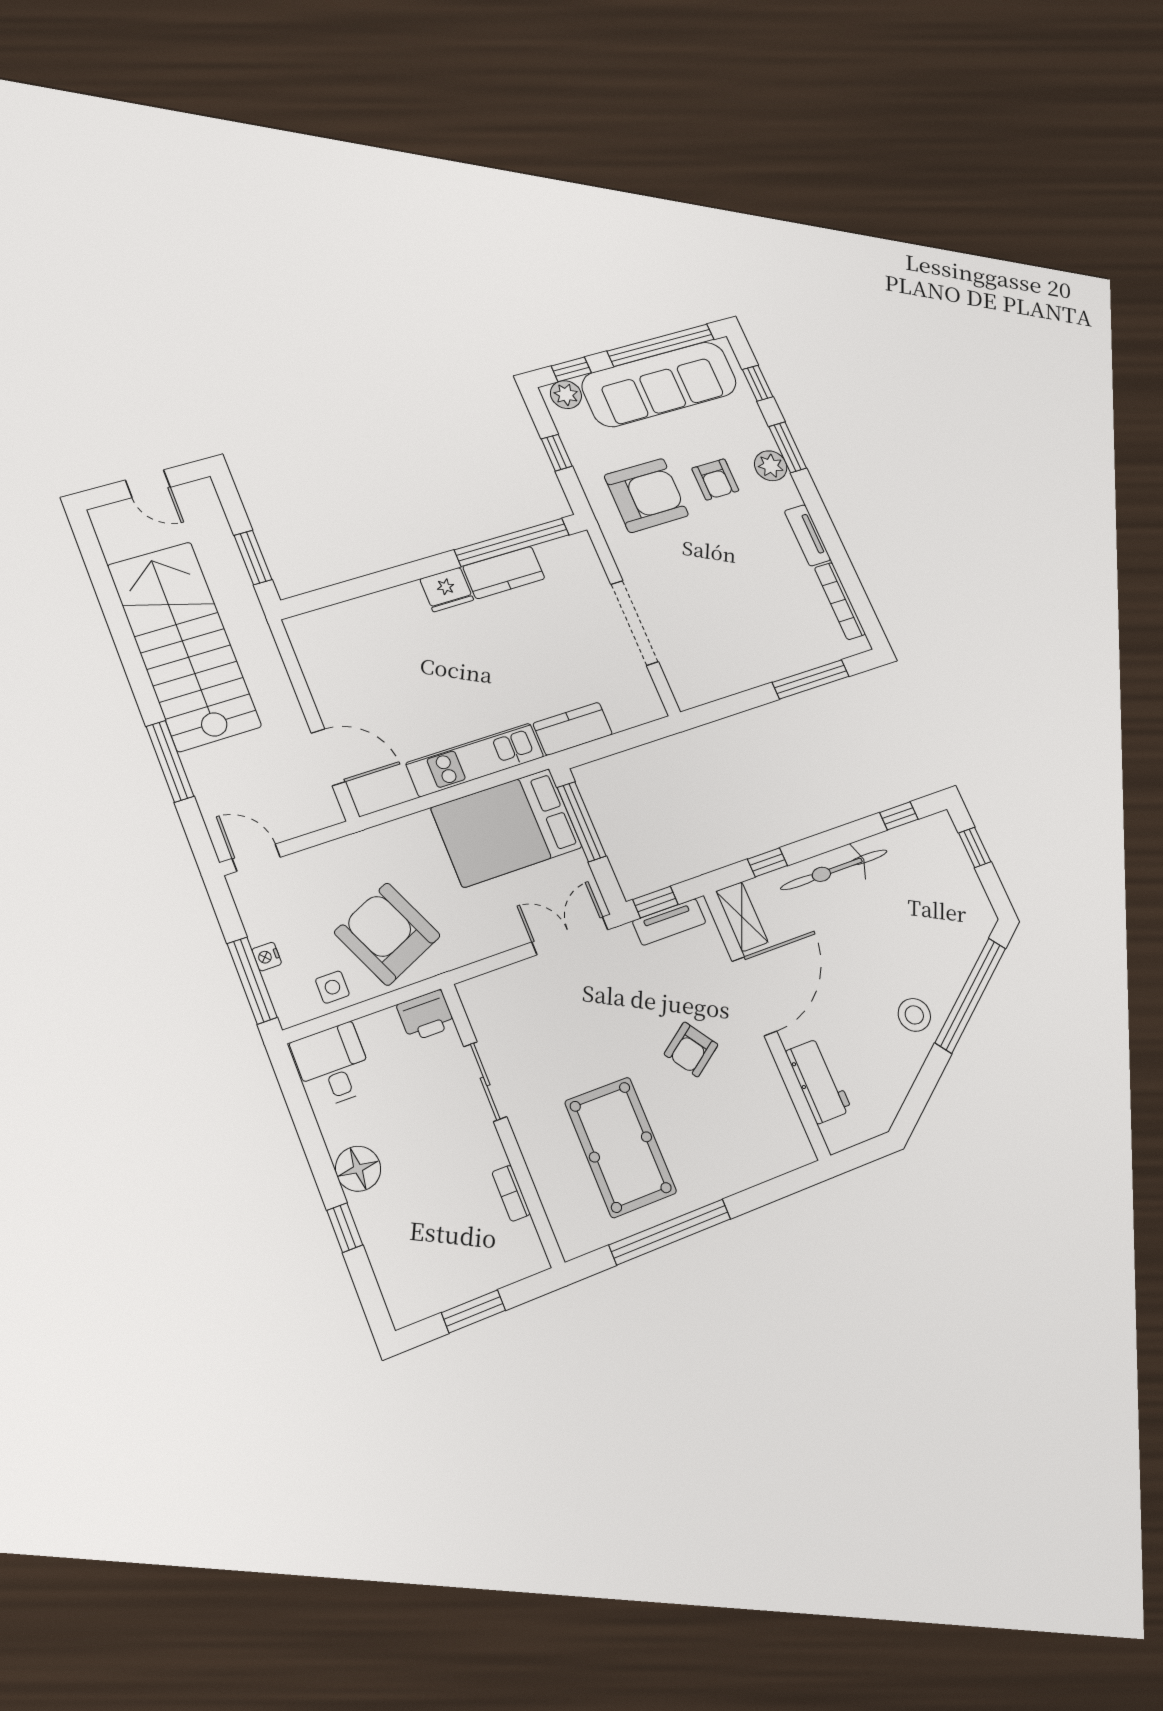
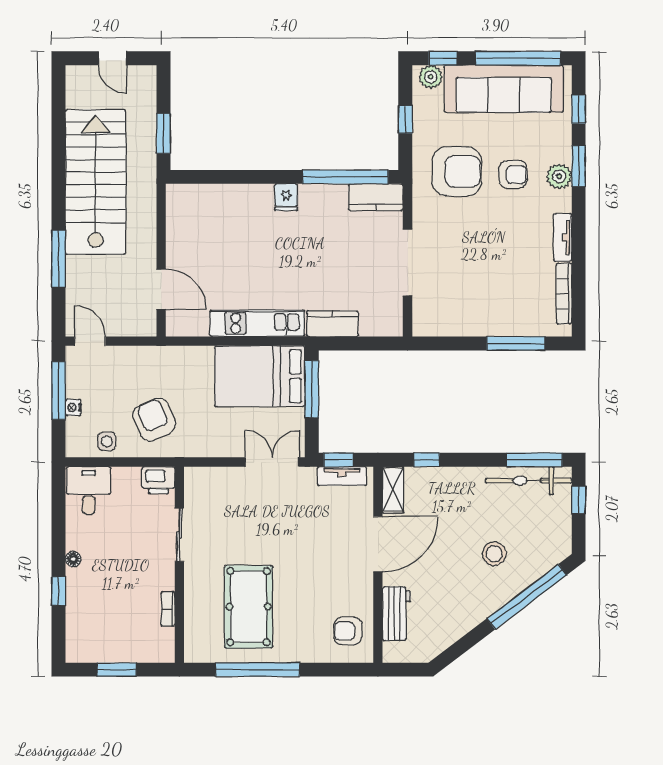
armchair: (715, 479) -> (513, 174), turned -90
kitchen counter: (504, 573) -> (376, 197), moved
fridge: (447, 589) -> (286, 197), width x0.72
window: (899, 816) -> (534, 460), width x2.17
bicycle: (834, 870) -> (529, 481), moved
armchair: (387, 934) -> (154, 419), width x0.73, depth x0.73
window: (252, 980) -> (59, 391), moved
stool: (914, 1015) -> (494, 554), moved
armchair: (691, 1049) -> (348, 631), moved, turned 35
floor lamp: (358, 1169) -> (73, 559), width x0.53, depth x0.53

